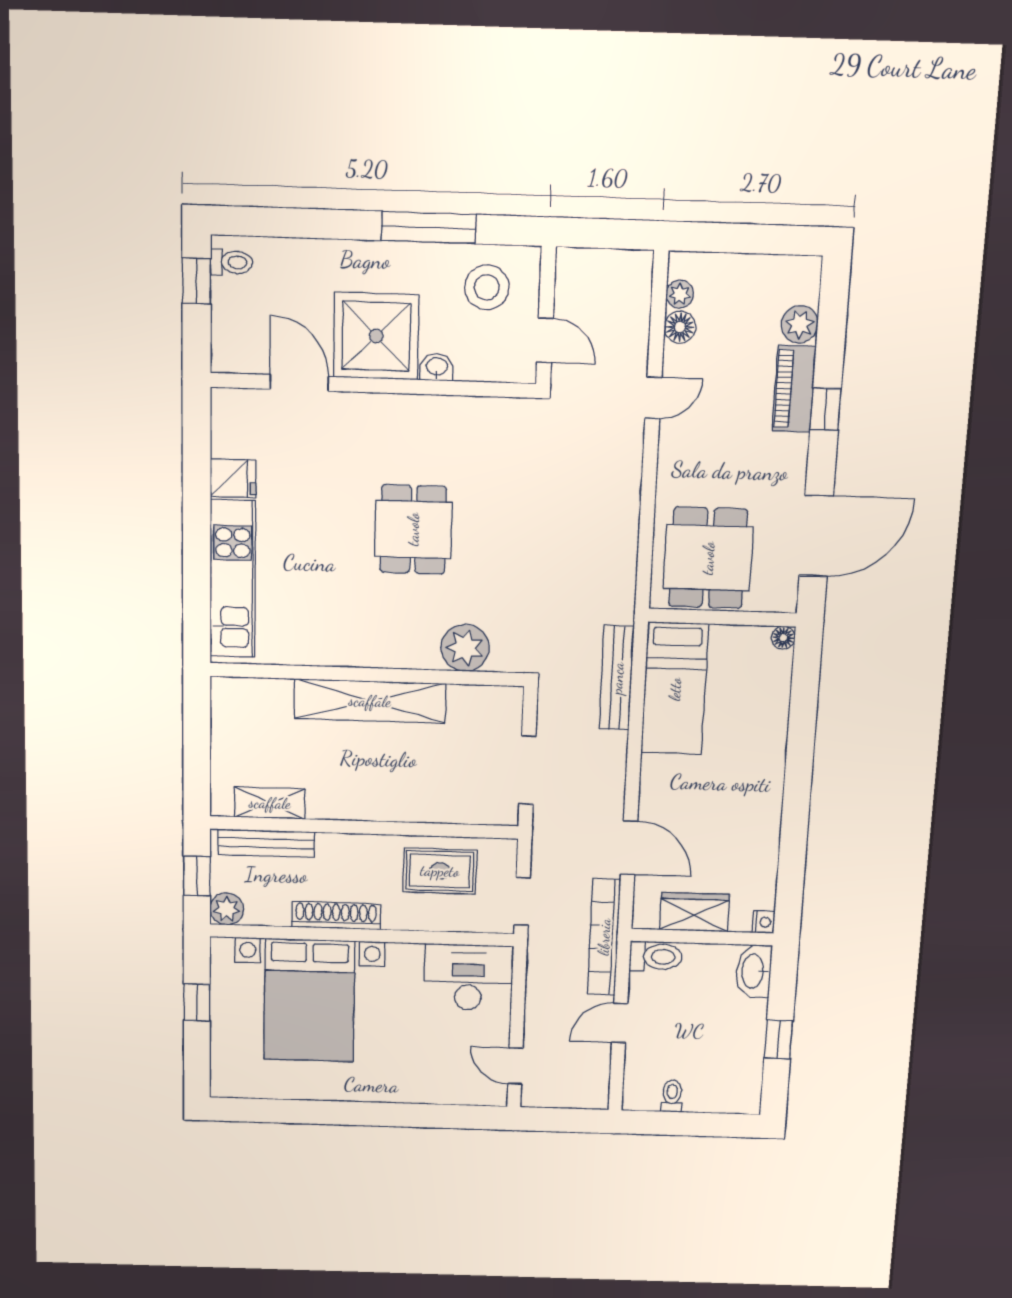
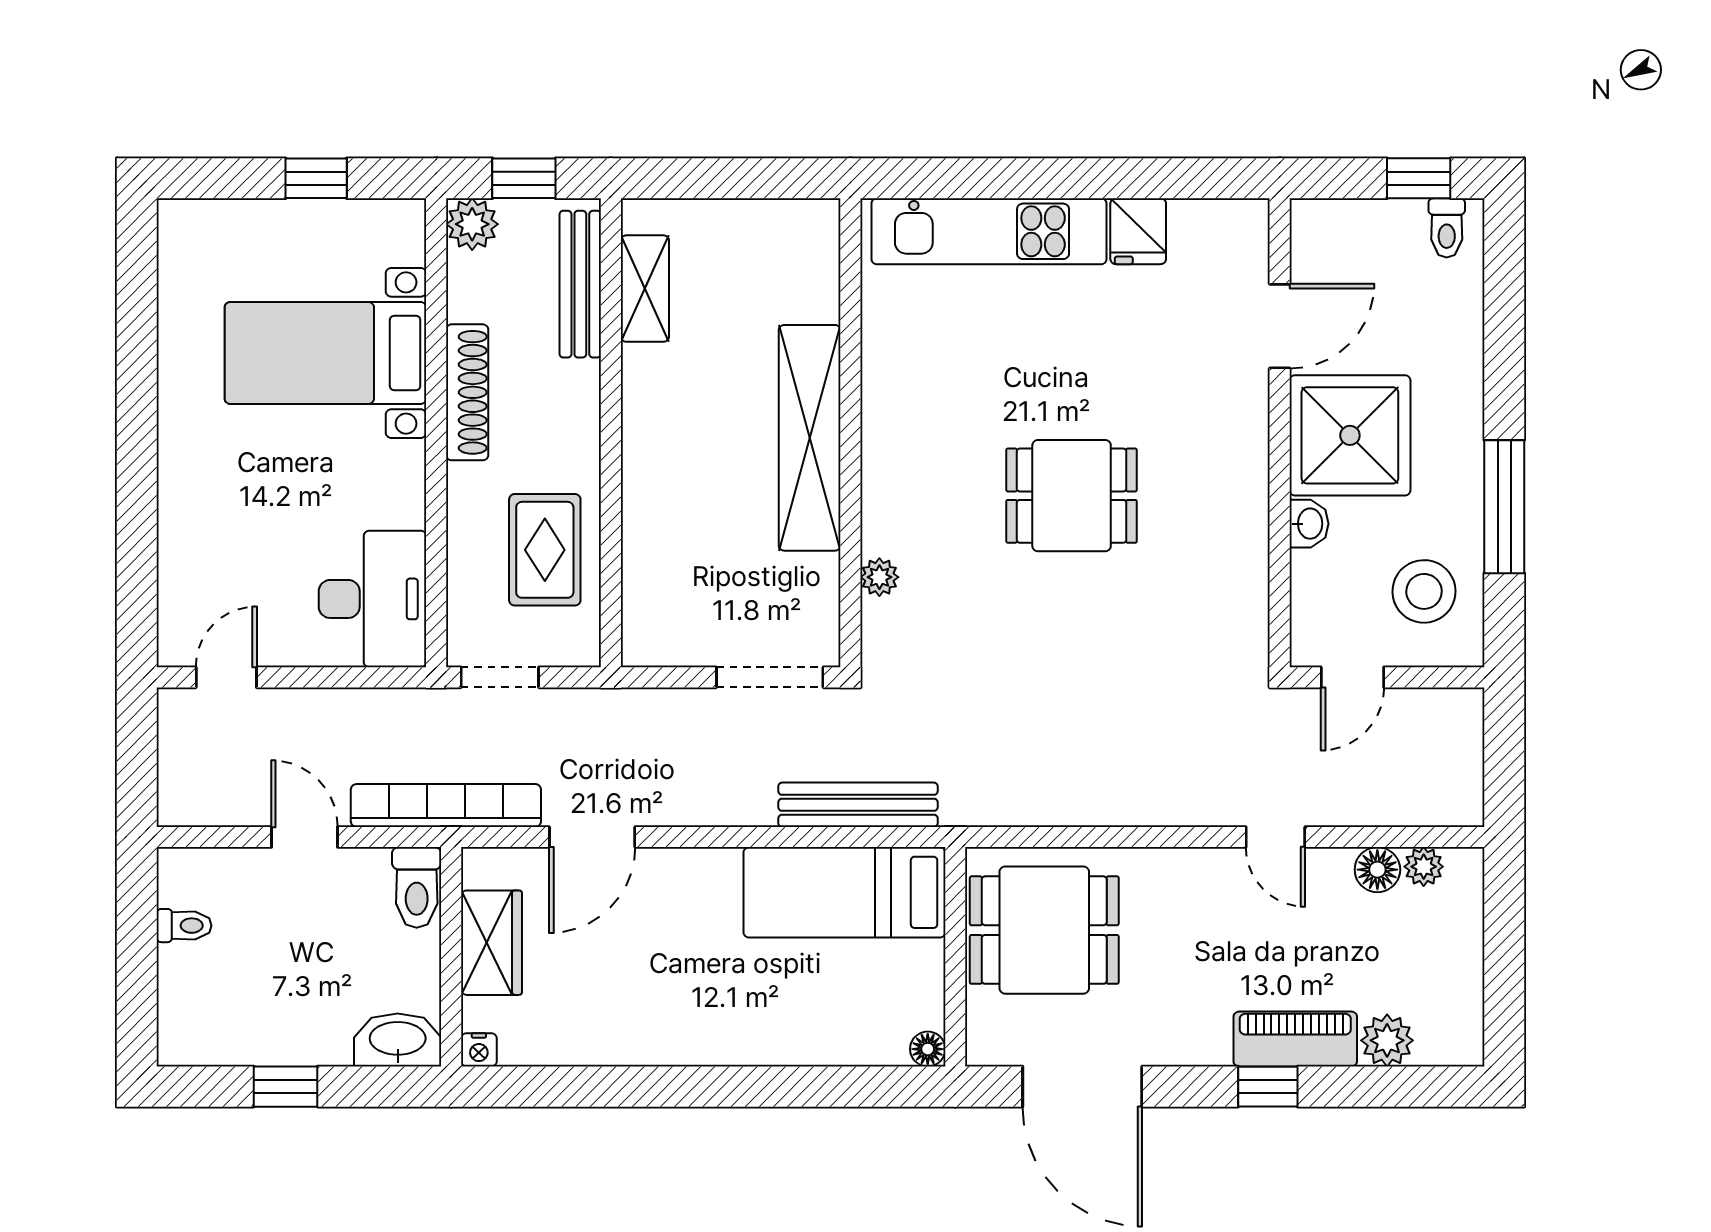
plant: (465, 648) -> (879, 577), width x0.53, depth x0.53
doorway: (527, 770) -> (770, 677), moved
bed with nightstands: (309, 1000) -> (325, 353), width x0.73

